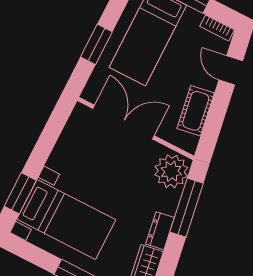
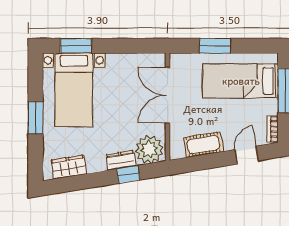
double door: (123, 122) -> (168, 95), swing flipped
window: (187, 208) -> (128, 174), width x0.46
dresser: (160, 231) -> (121, 160), moved

